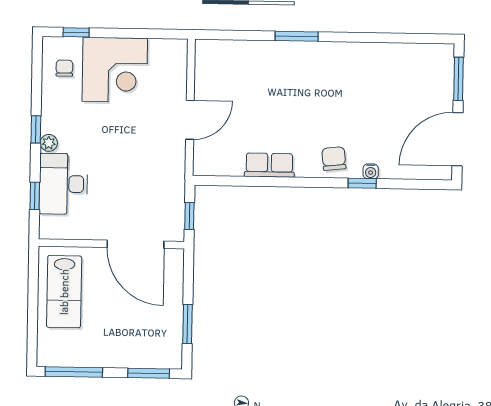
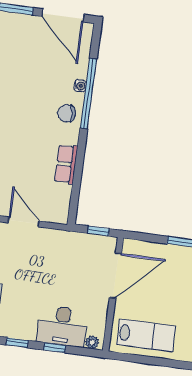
plant: (49, 143) -> (92, 342), moved
window: (362, 183) -> (89, 94), width x3.17
window: (35, 196) -> (55, 348), moved

